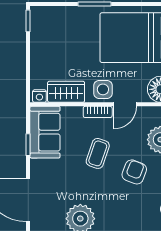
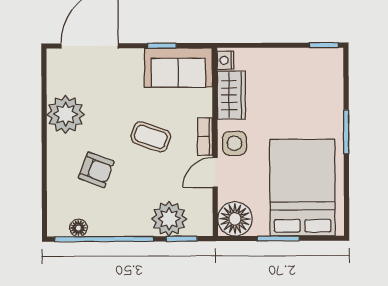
door: (125, 104) -> (215, 172), hinge flipped
armchair: (134, 172) -> (96, 170), moved

